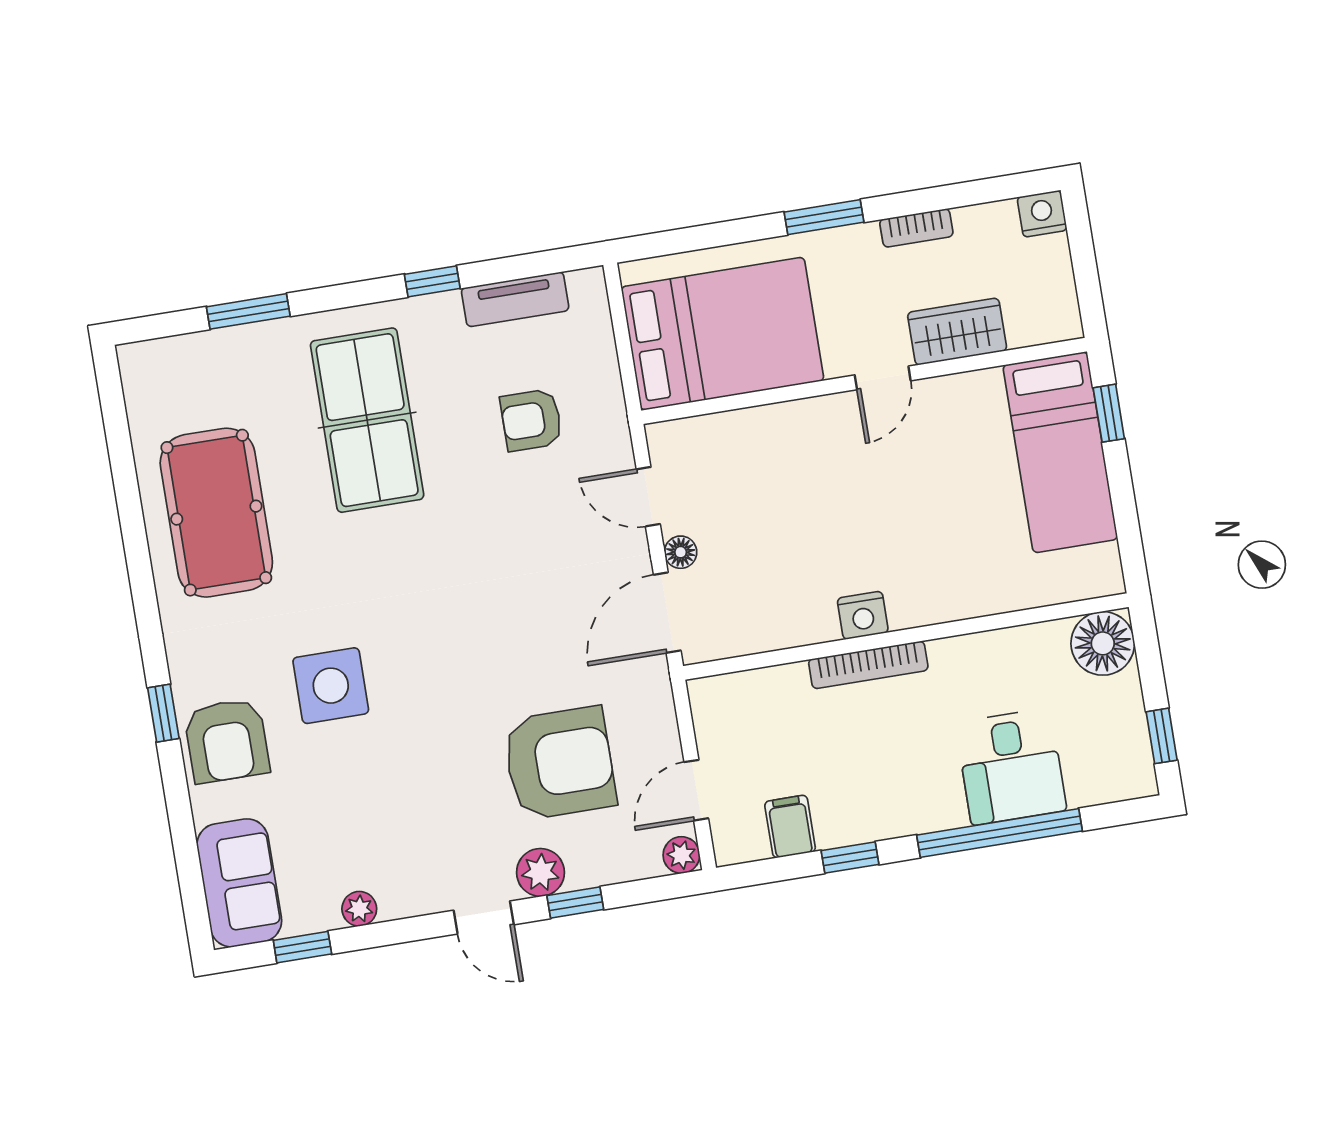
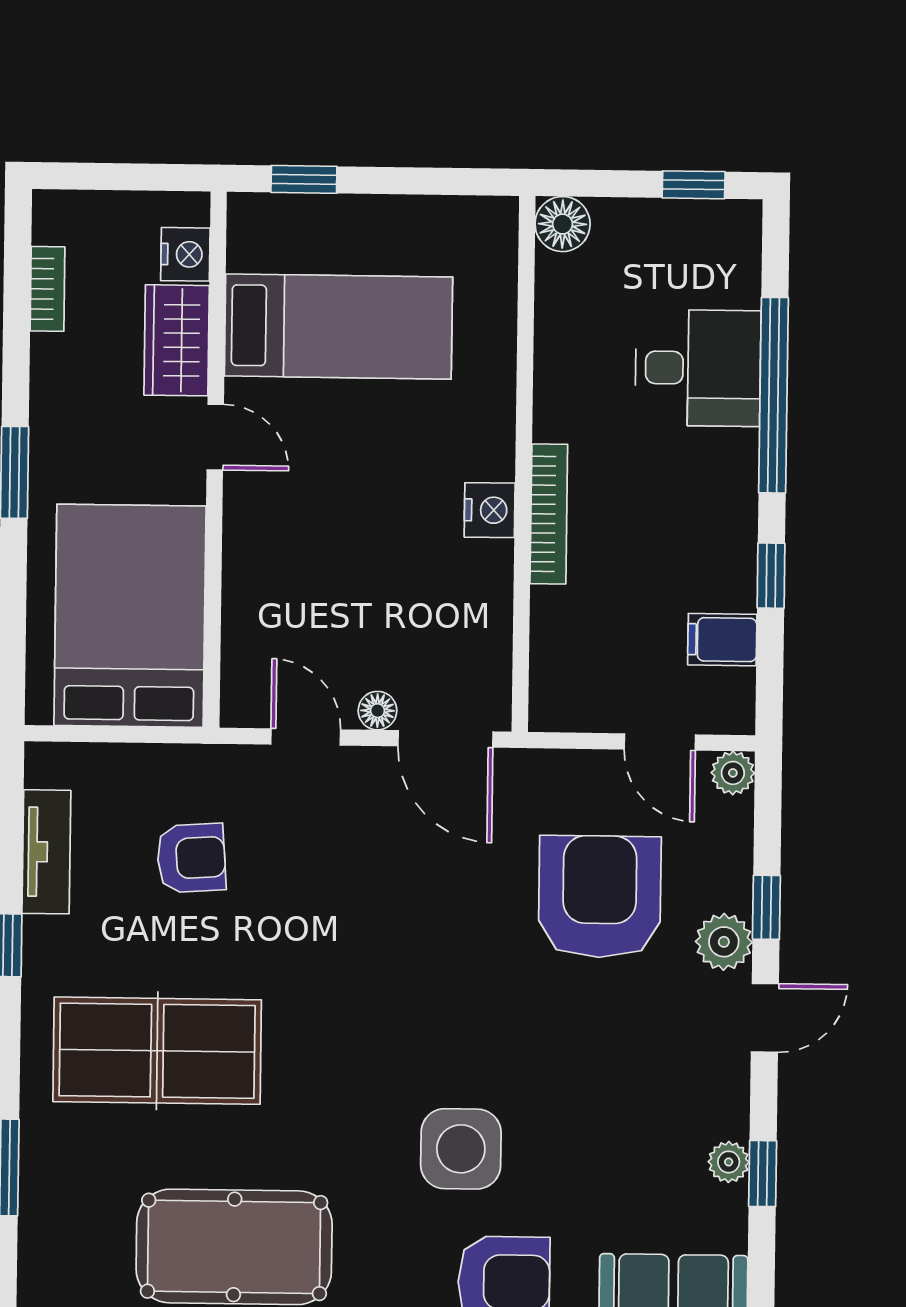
nightstand: (1042, 214) -> (185, 254), moved, turned 180
bookcase: (916, 228) -> (48, 289), moved
armchair: (531, 420) -> (191, 858), turned -94
bed: (1060, 452) -> (338, 326), moved
door: (648, 497) -> (306, 737), swing flipped
floor lamp: (1103, 643) -> (563, 224), width x0.73, depth x0.73
window: (302, 947) -> (763, 1174), moved

